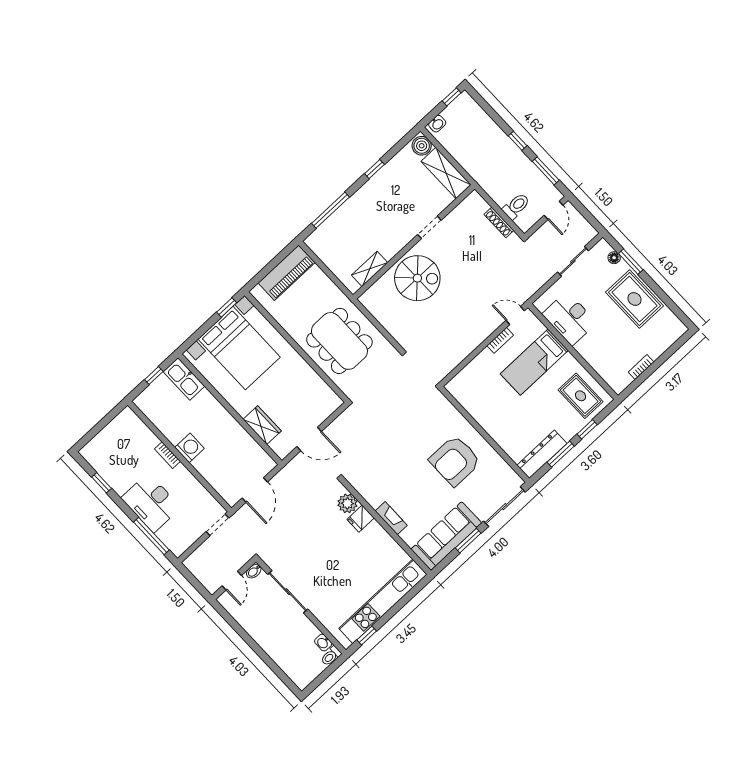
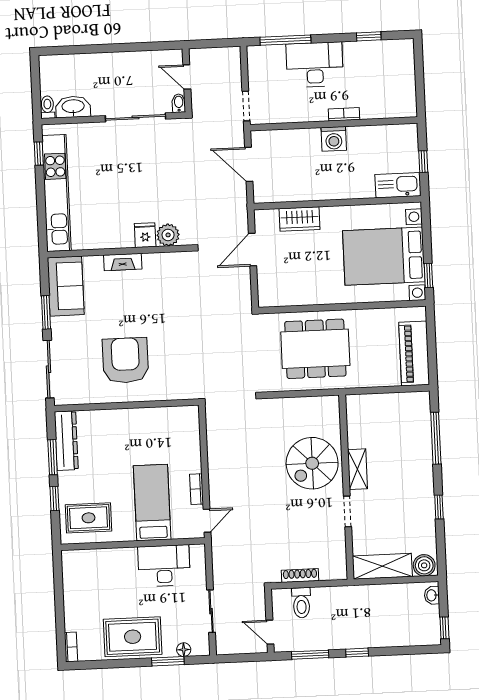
shelving: (370, 269) -> (357, 469), moved
bookcase: (641, 367) -> (71, 647), moved
sofa: (446, 536) -> (66, 286), width x0.73
washbasin: (323, 643) -> (73, 107), width x1.91, depth x1.45

